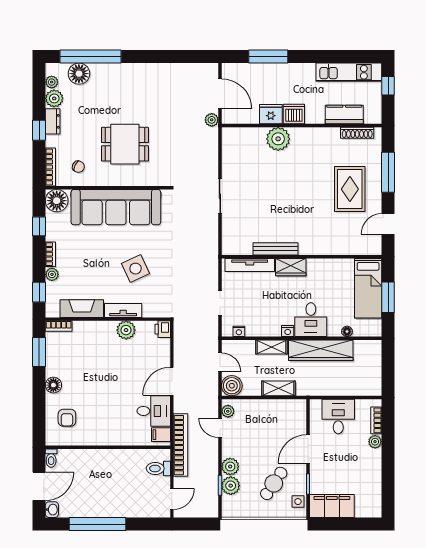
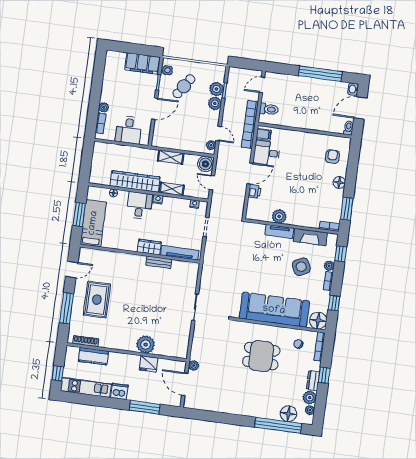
dishwasher: (294, 114) -> (119, 391), moved, turned 180
bench: (275, 249) -> (159, 262), width x0.73
side table: (136, 269) -> (301, 267), moved
printer: (163, 329) -> (255, 191), moved

